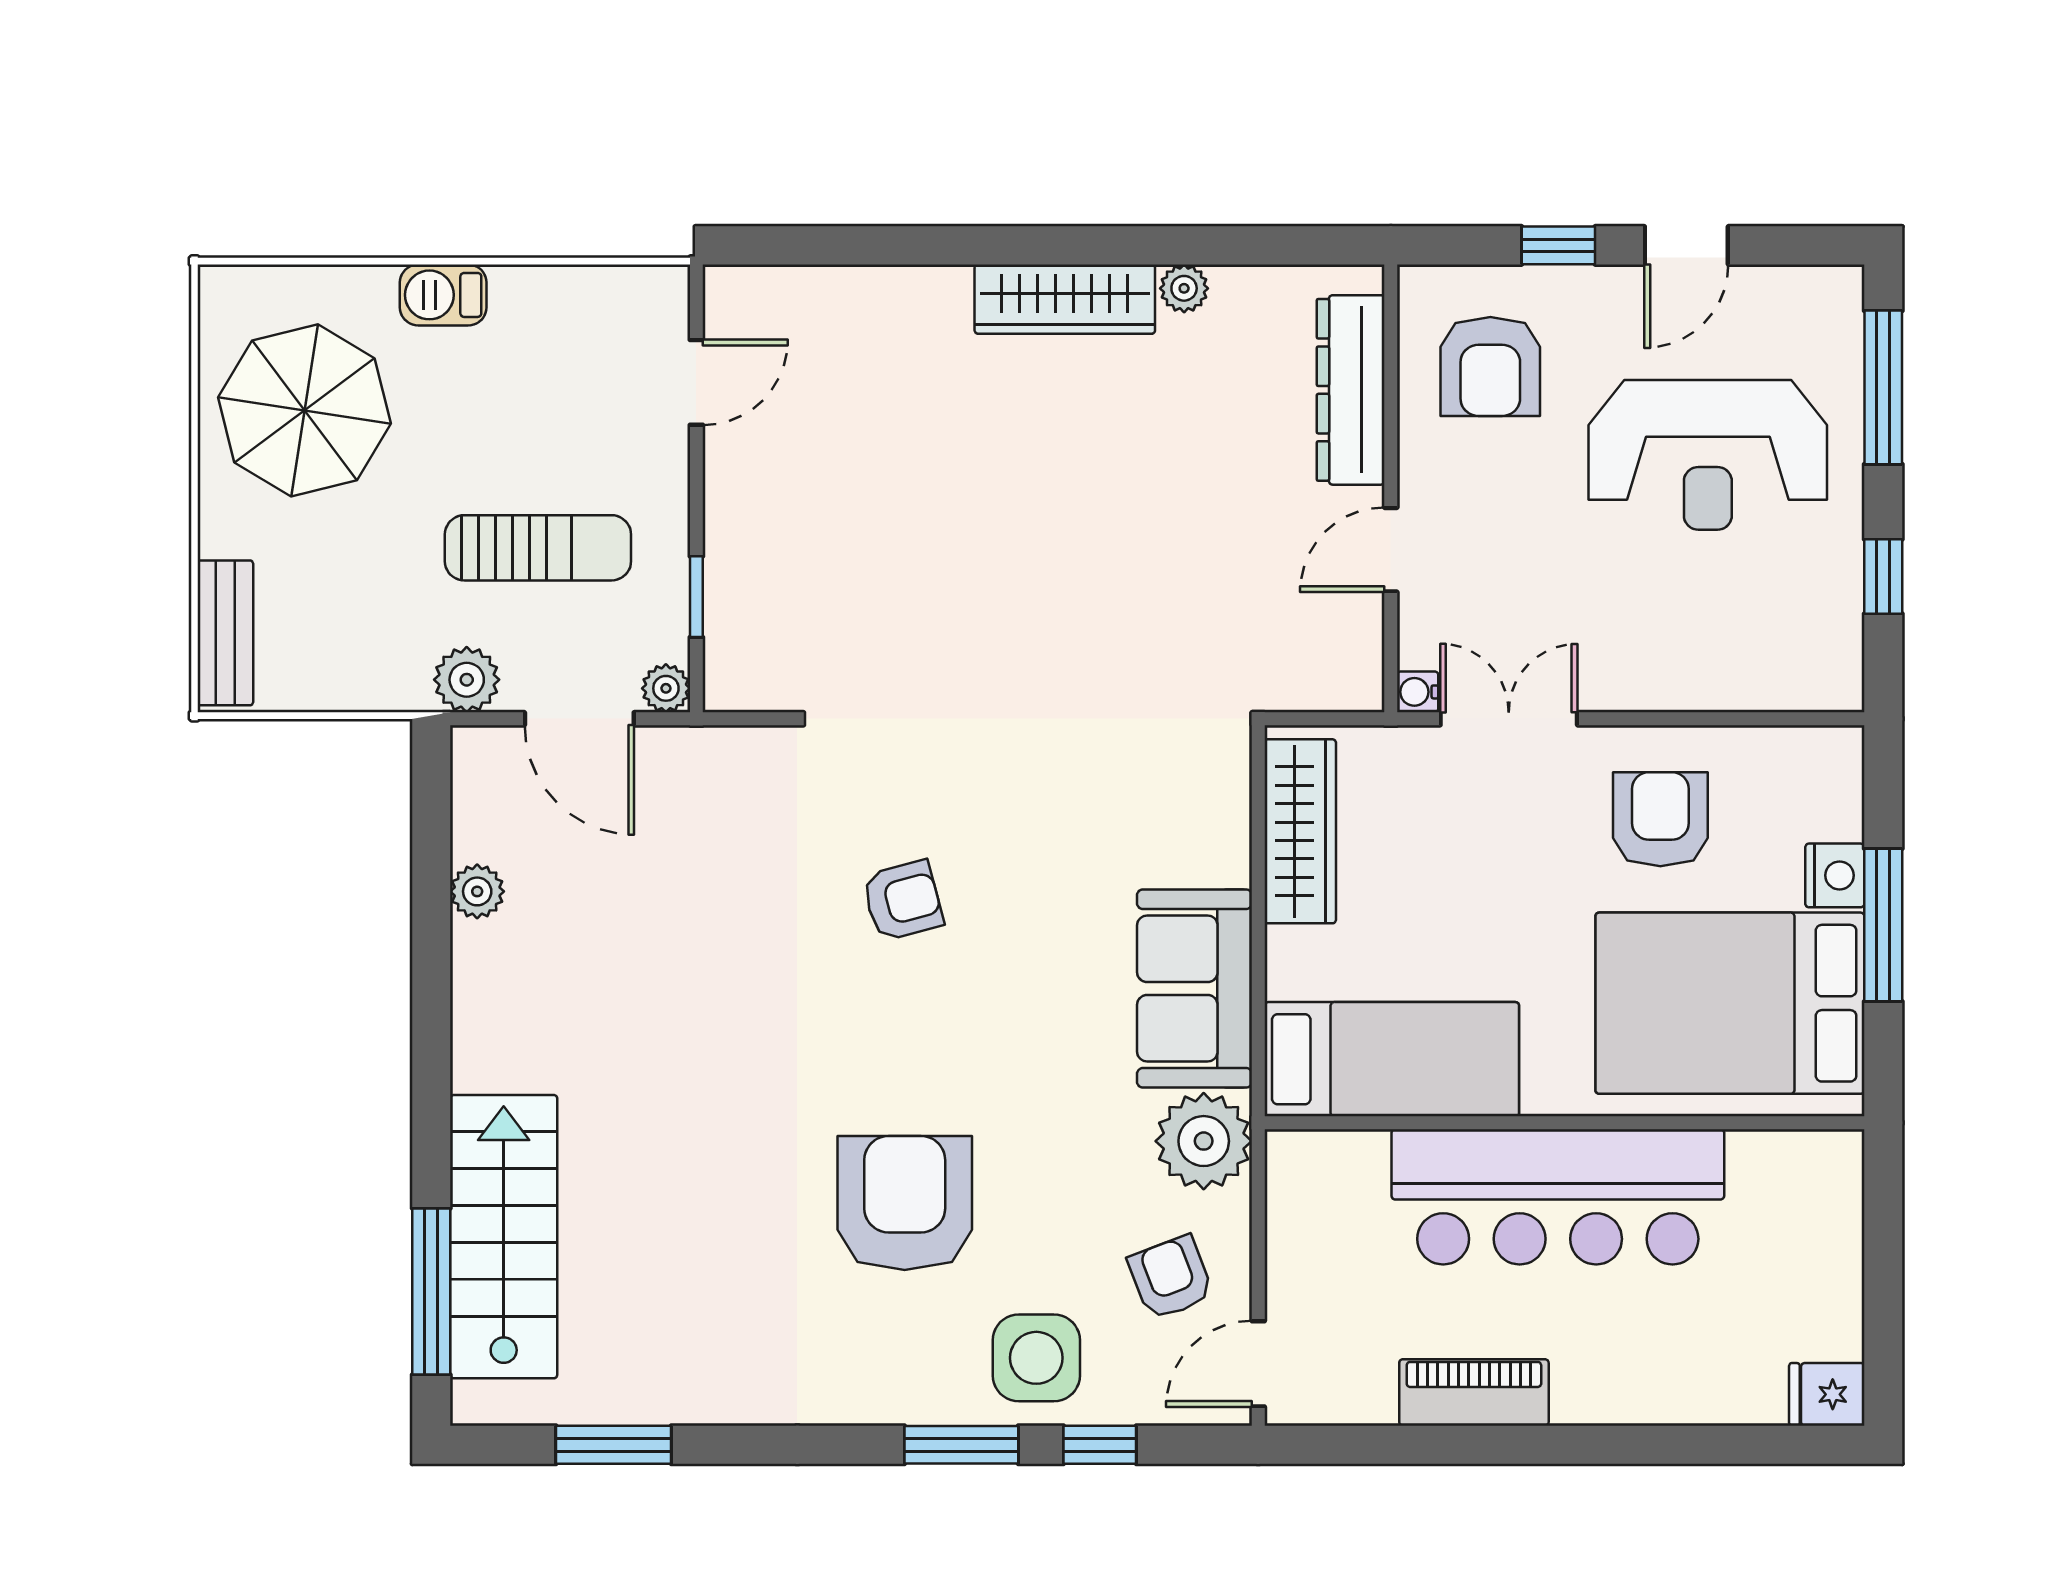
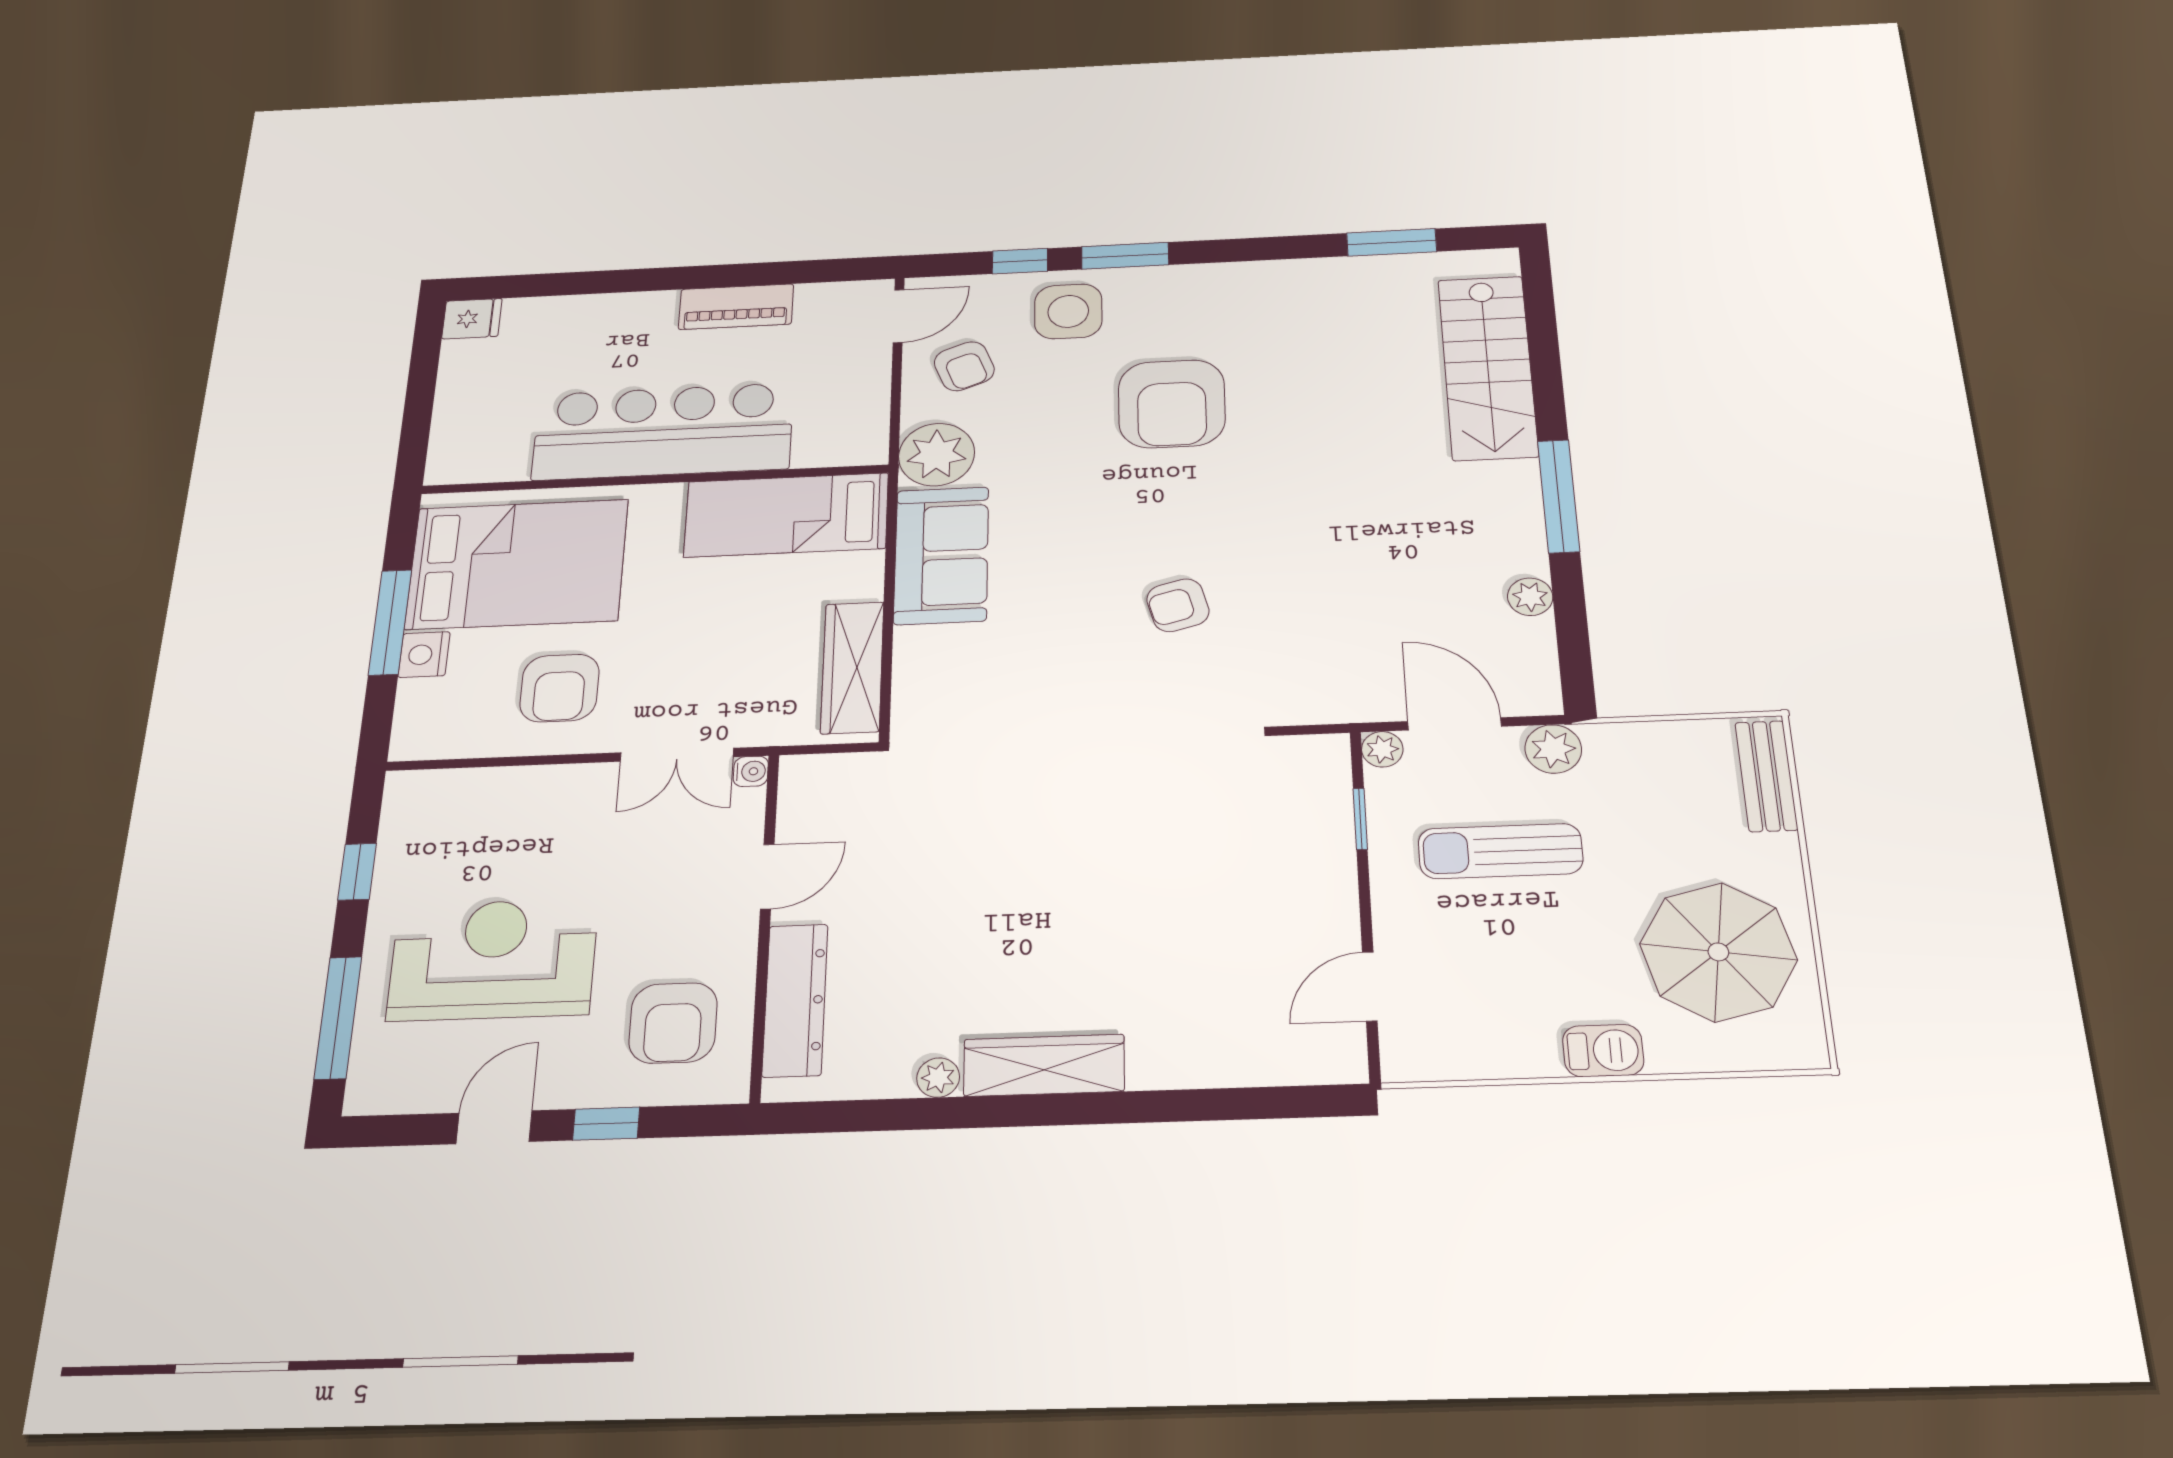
armchair: (1490, 366) -> (673, 1023), turned 180
window: (431, 1291) -> (1559, 496), moved

